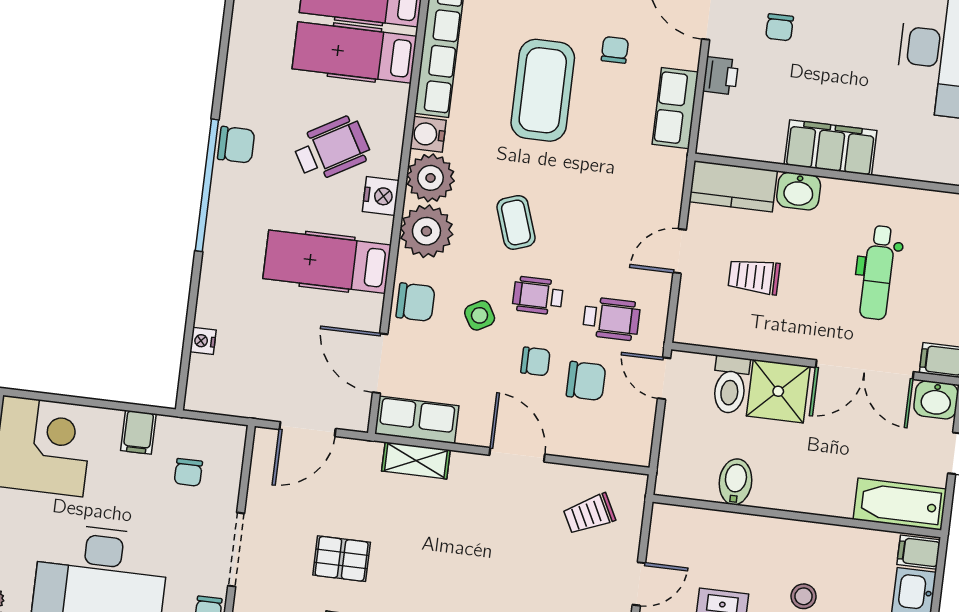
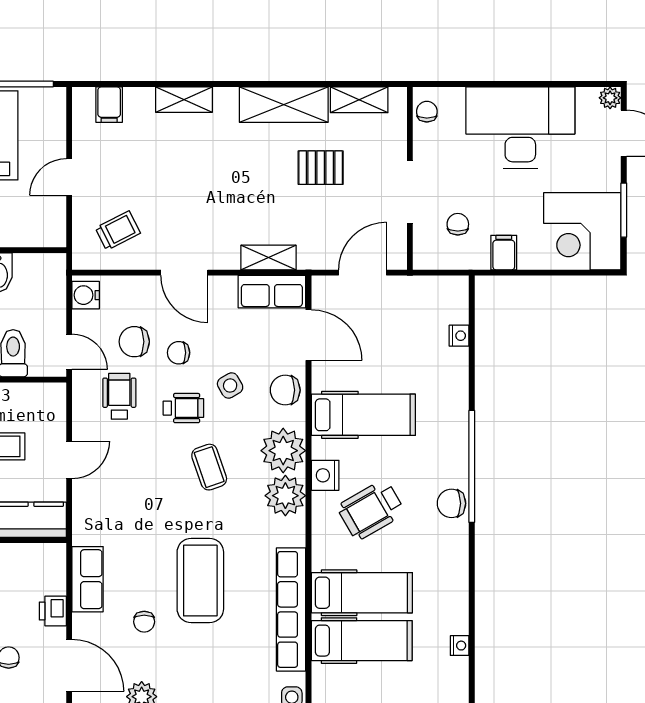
water cooler: (428, 134) -> (86, 295), moved, turned 180
wheelchair: (611, 319) -> (119, 396), turned 90
doorway: (236, 550) -> (410, 192), moved

